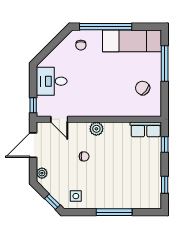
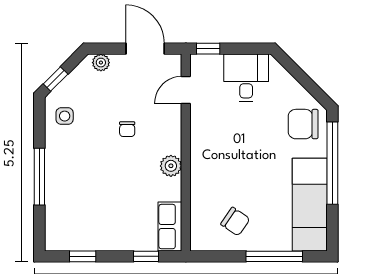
chair: (81, 45) -> (303, 124), width x1.87, depth x1.87
chair: (143, 88) -> (235, 222), turned 86
plant: (96, 129) -> (171, 166), moved

